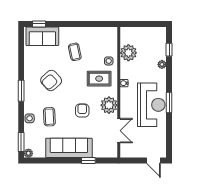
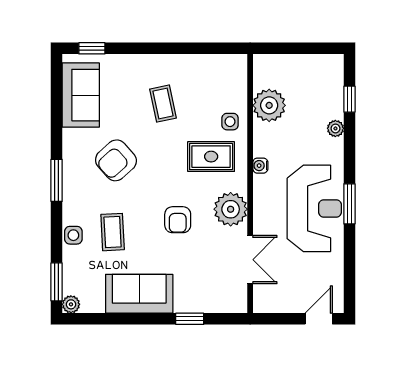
sofa: (42, 36) -> (81, 95), moved, turned -90
armchair: (82, 111) -> (178, 220), turned 180
sofa: (69, 148) -> (139, 294), width x0.73
door: (153, 161) -> (319, 319), swing flipped

